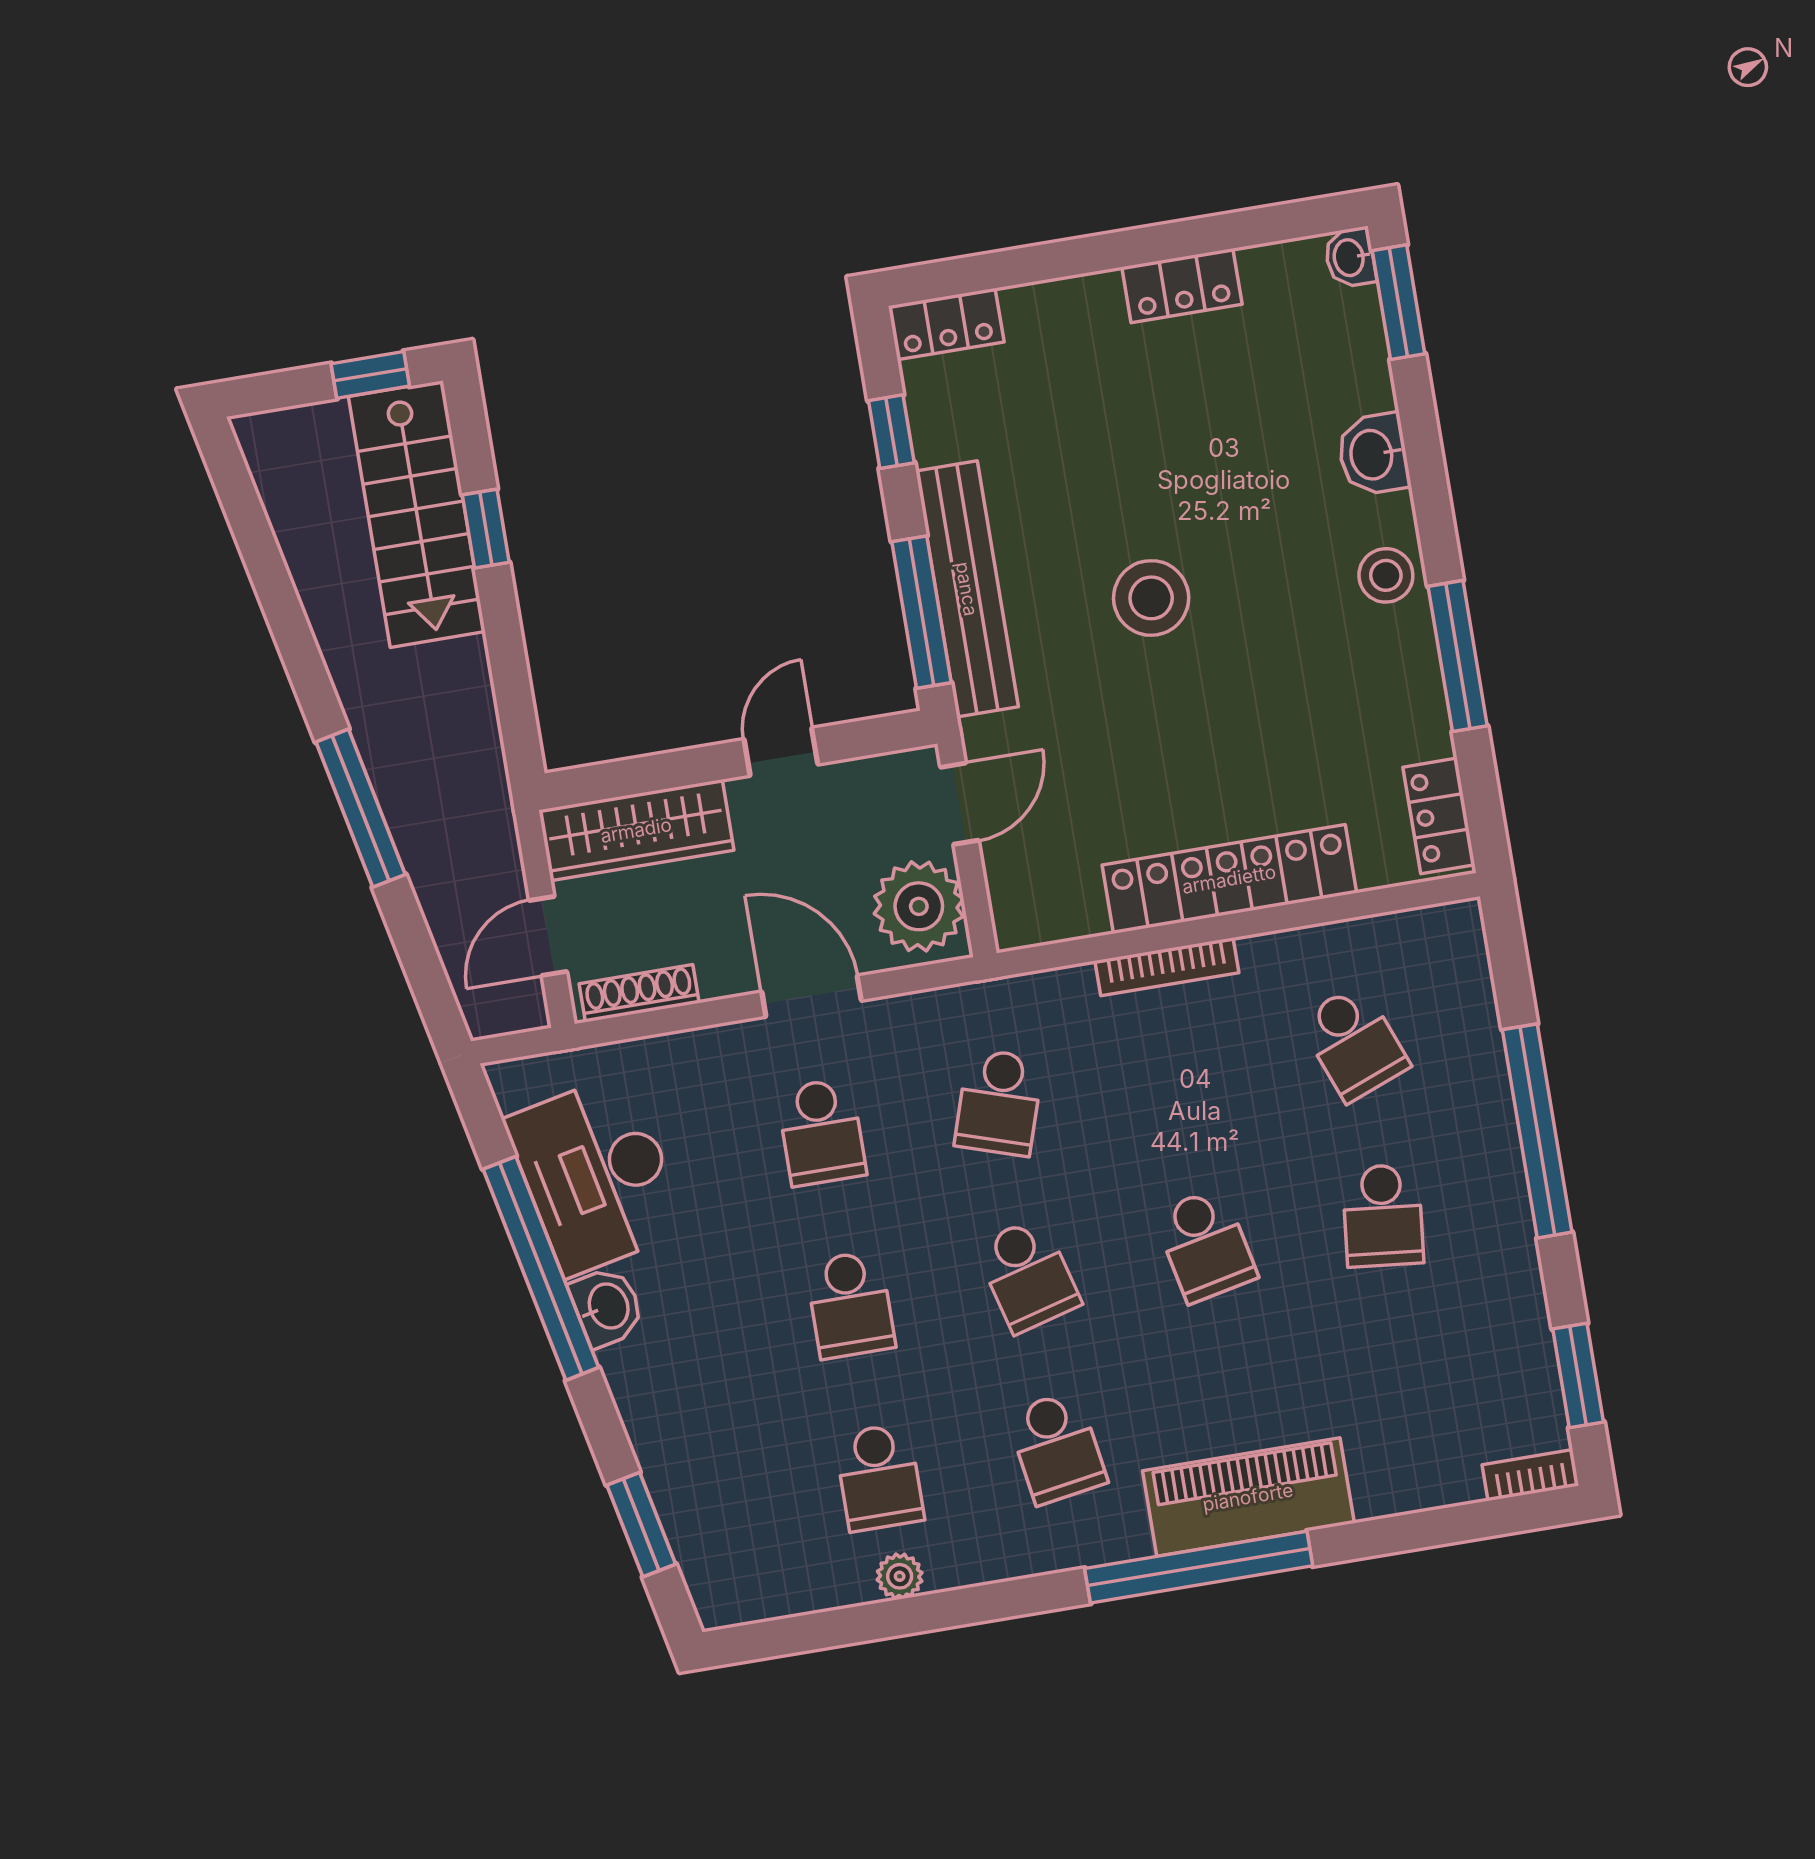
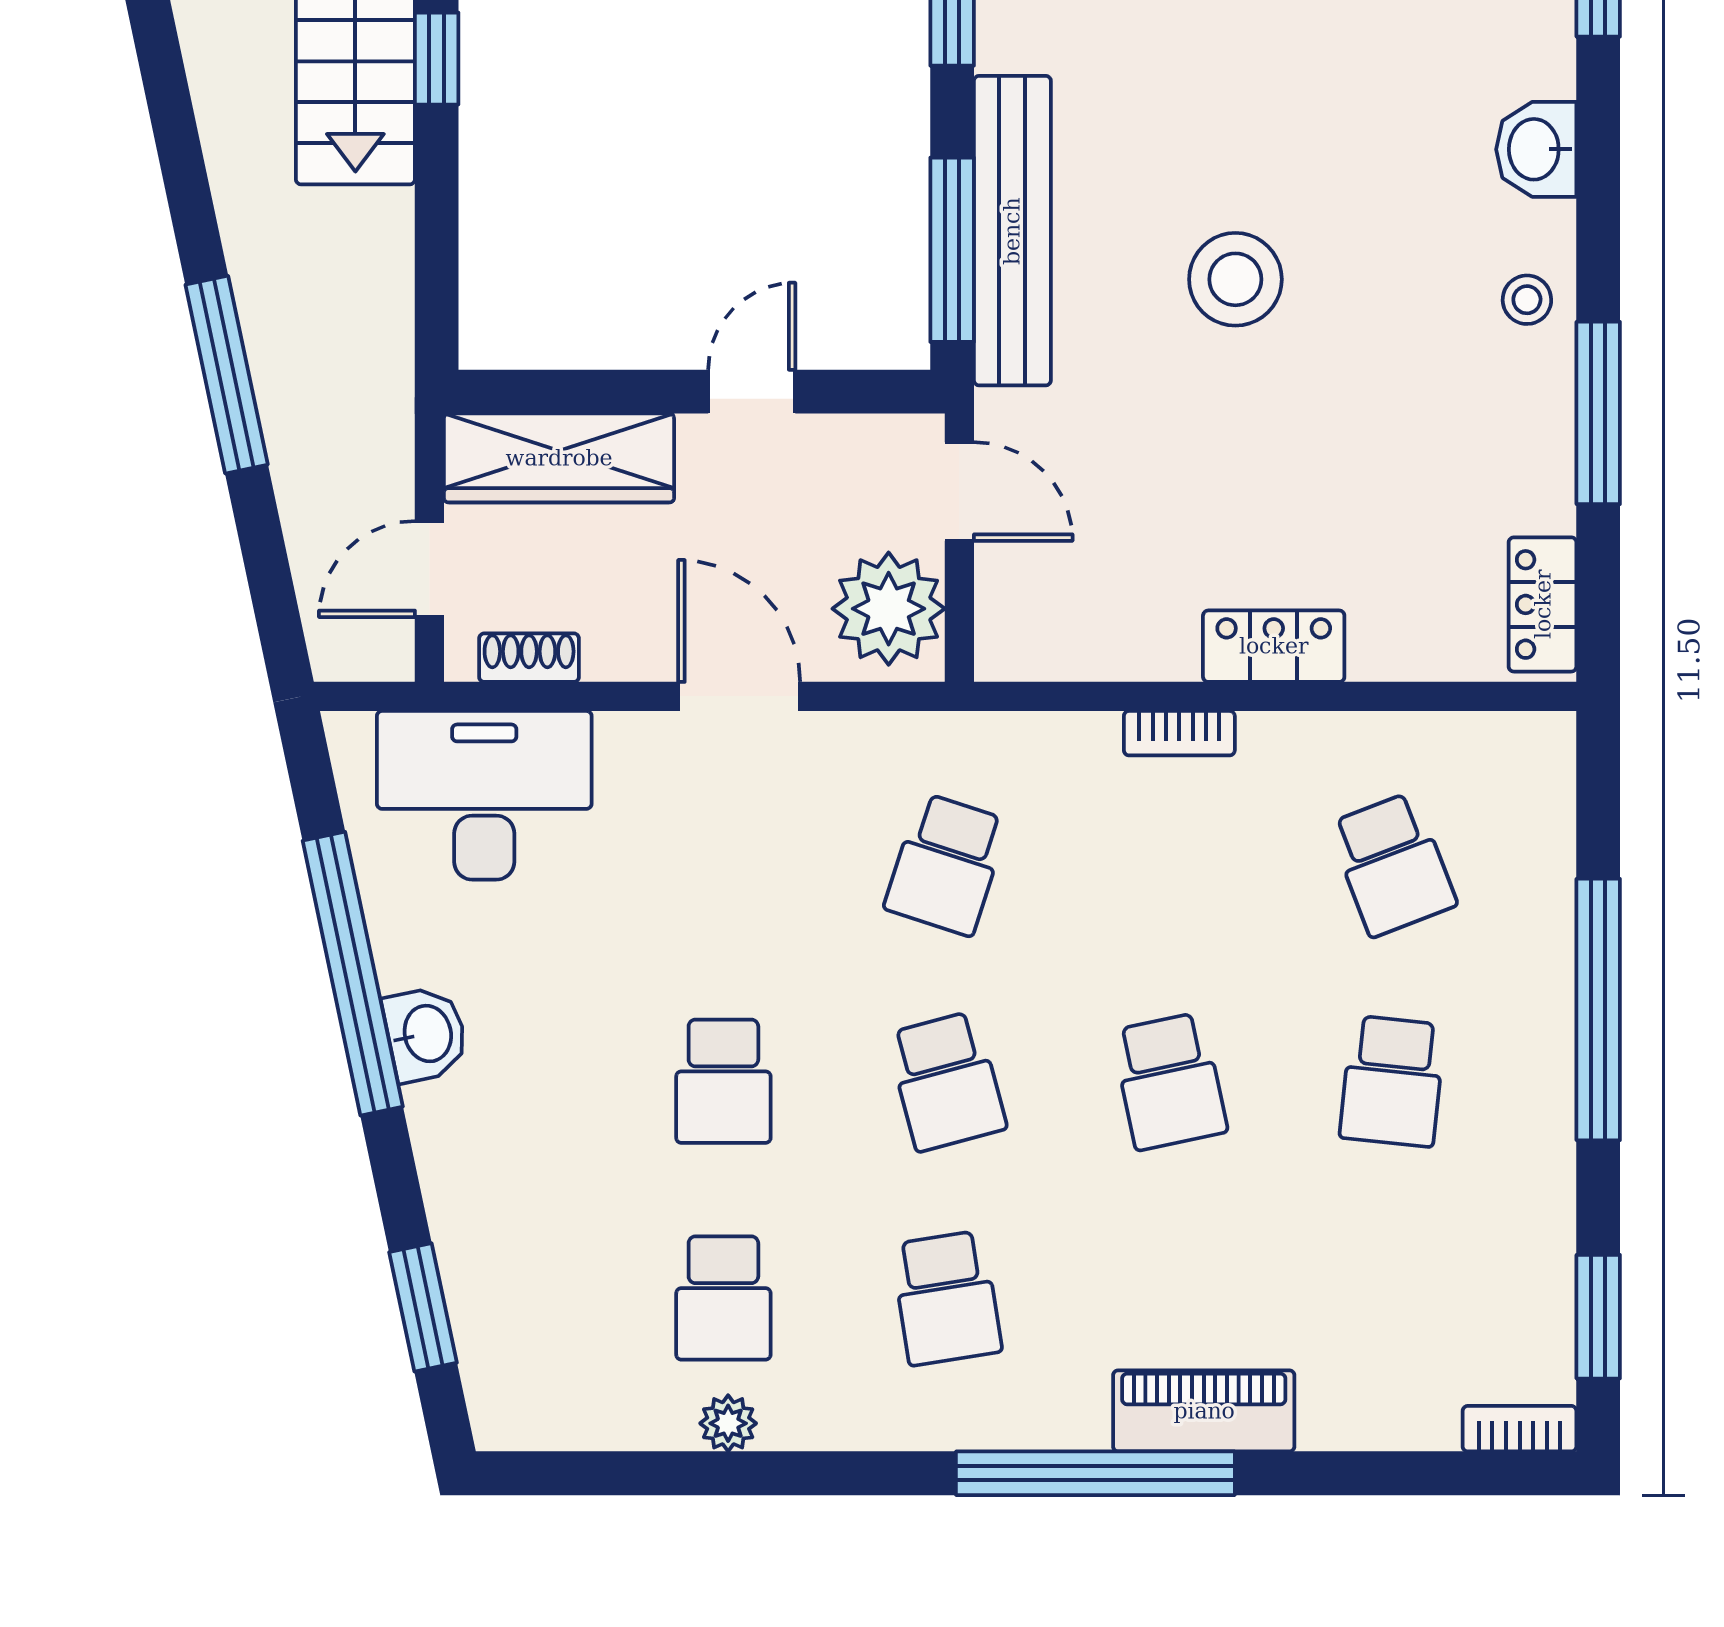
stool: (1386, 575) -> (1527, 300), width x0.73, depth x0.73
door: (960, 804) -> (959, 492), hinge flipped
locker: (1229, 879) -> (1274, 646), width x0.46, depth x0.83
bookcase: (1167, 967) -> (1179, 733), width x0.64
shoe rack: (639, 993) -> (529, 658), width x0.70
school desk: (821, 1132) -> (723, 864), removed
desk: (596, 1175) -> (484, 795), moved, turned 102
piano: (1248, 1497) -> (1204, 1411), width x0.73, depth x0.75

